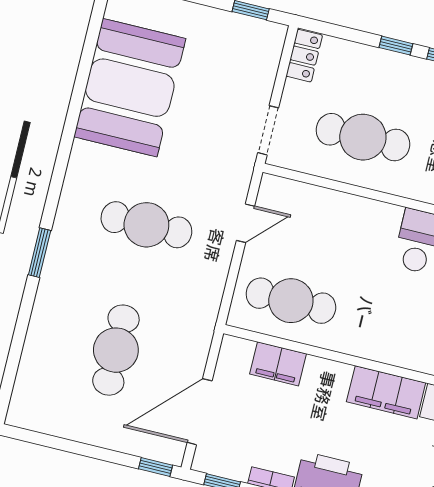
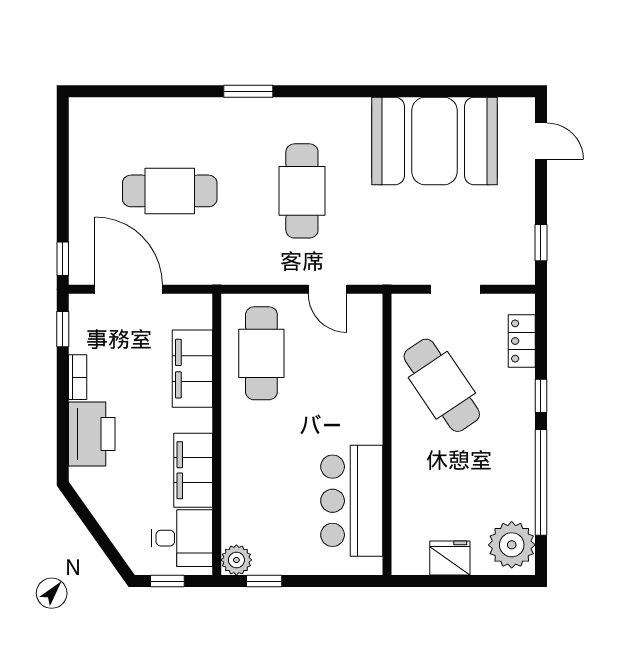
locker: (304, 56) -> (522, 341), moved, turned 90
doorway: (268, 130) -> (456, 289), moved
cafe table: (363, 137) -> (442, 385), turned -34
filing cabinet: (278, 364) -> (192, 369), width x1.50, depth x1.17

